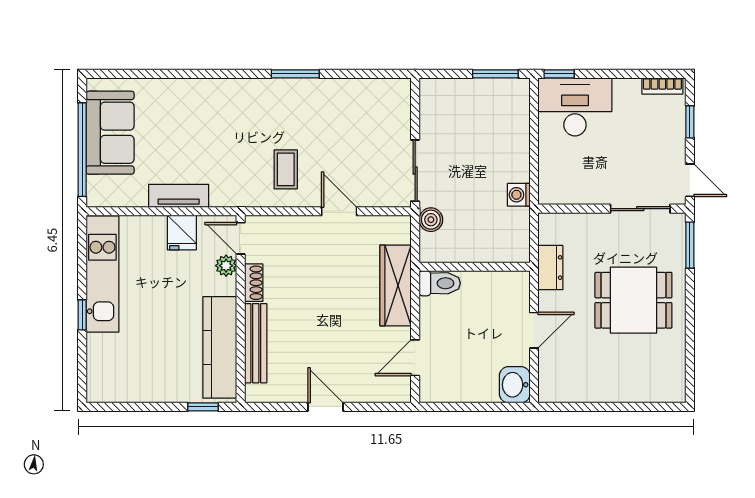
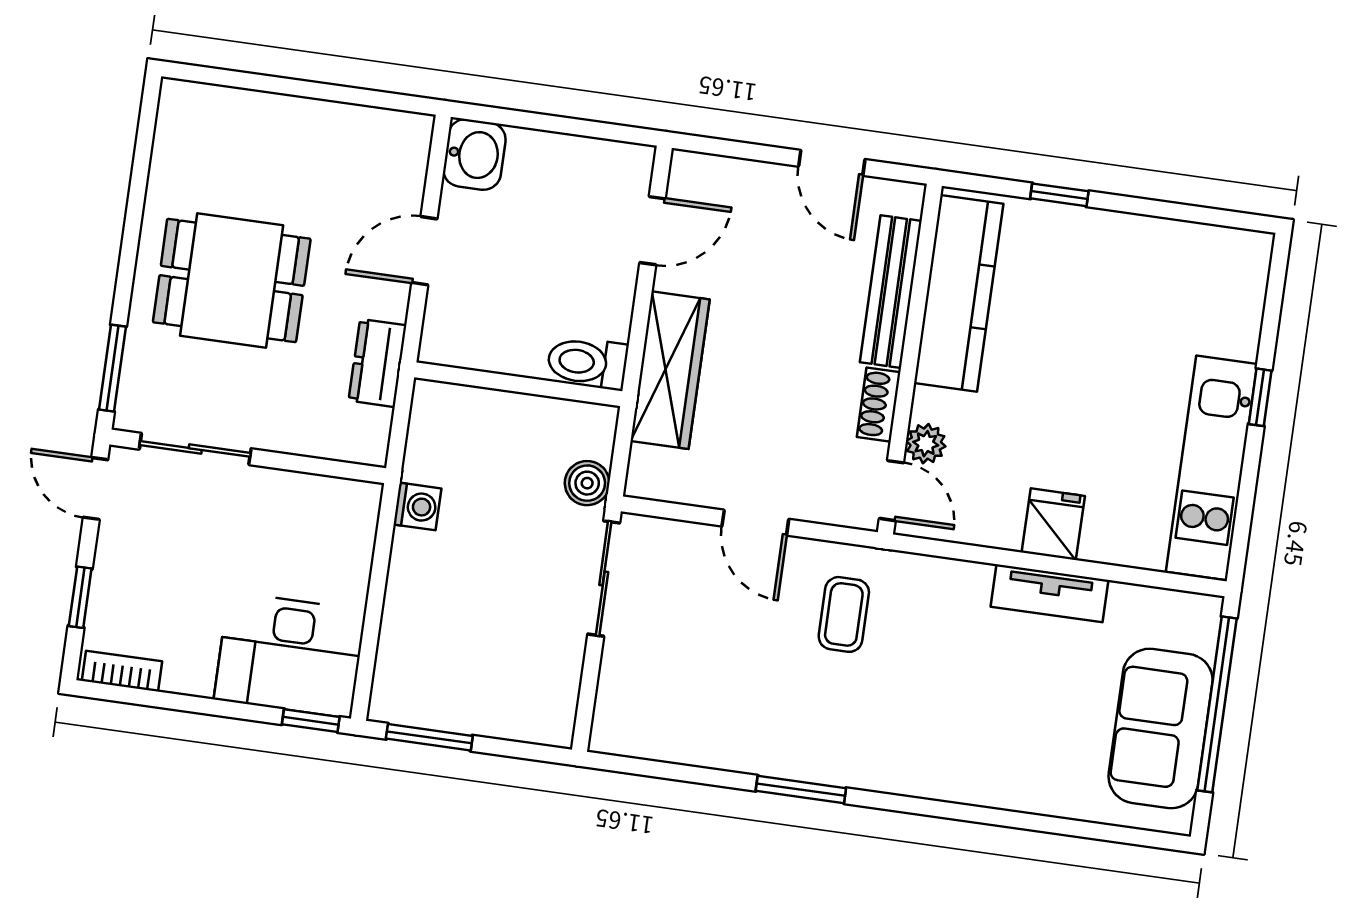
door: (241, 238) -> (891, 491), moved
plant: (226, 266) -> (926, 444), moved
shoe rack: (254, 283) -> (879, 405), moved
wall: (241, 309) -> (910, 359), moved
bench: (256, 343) -> (891, 292), moved
kitchen counter: (220, 347) -> (959, 293), moved

